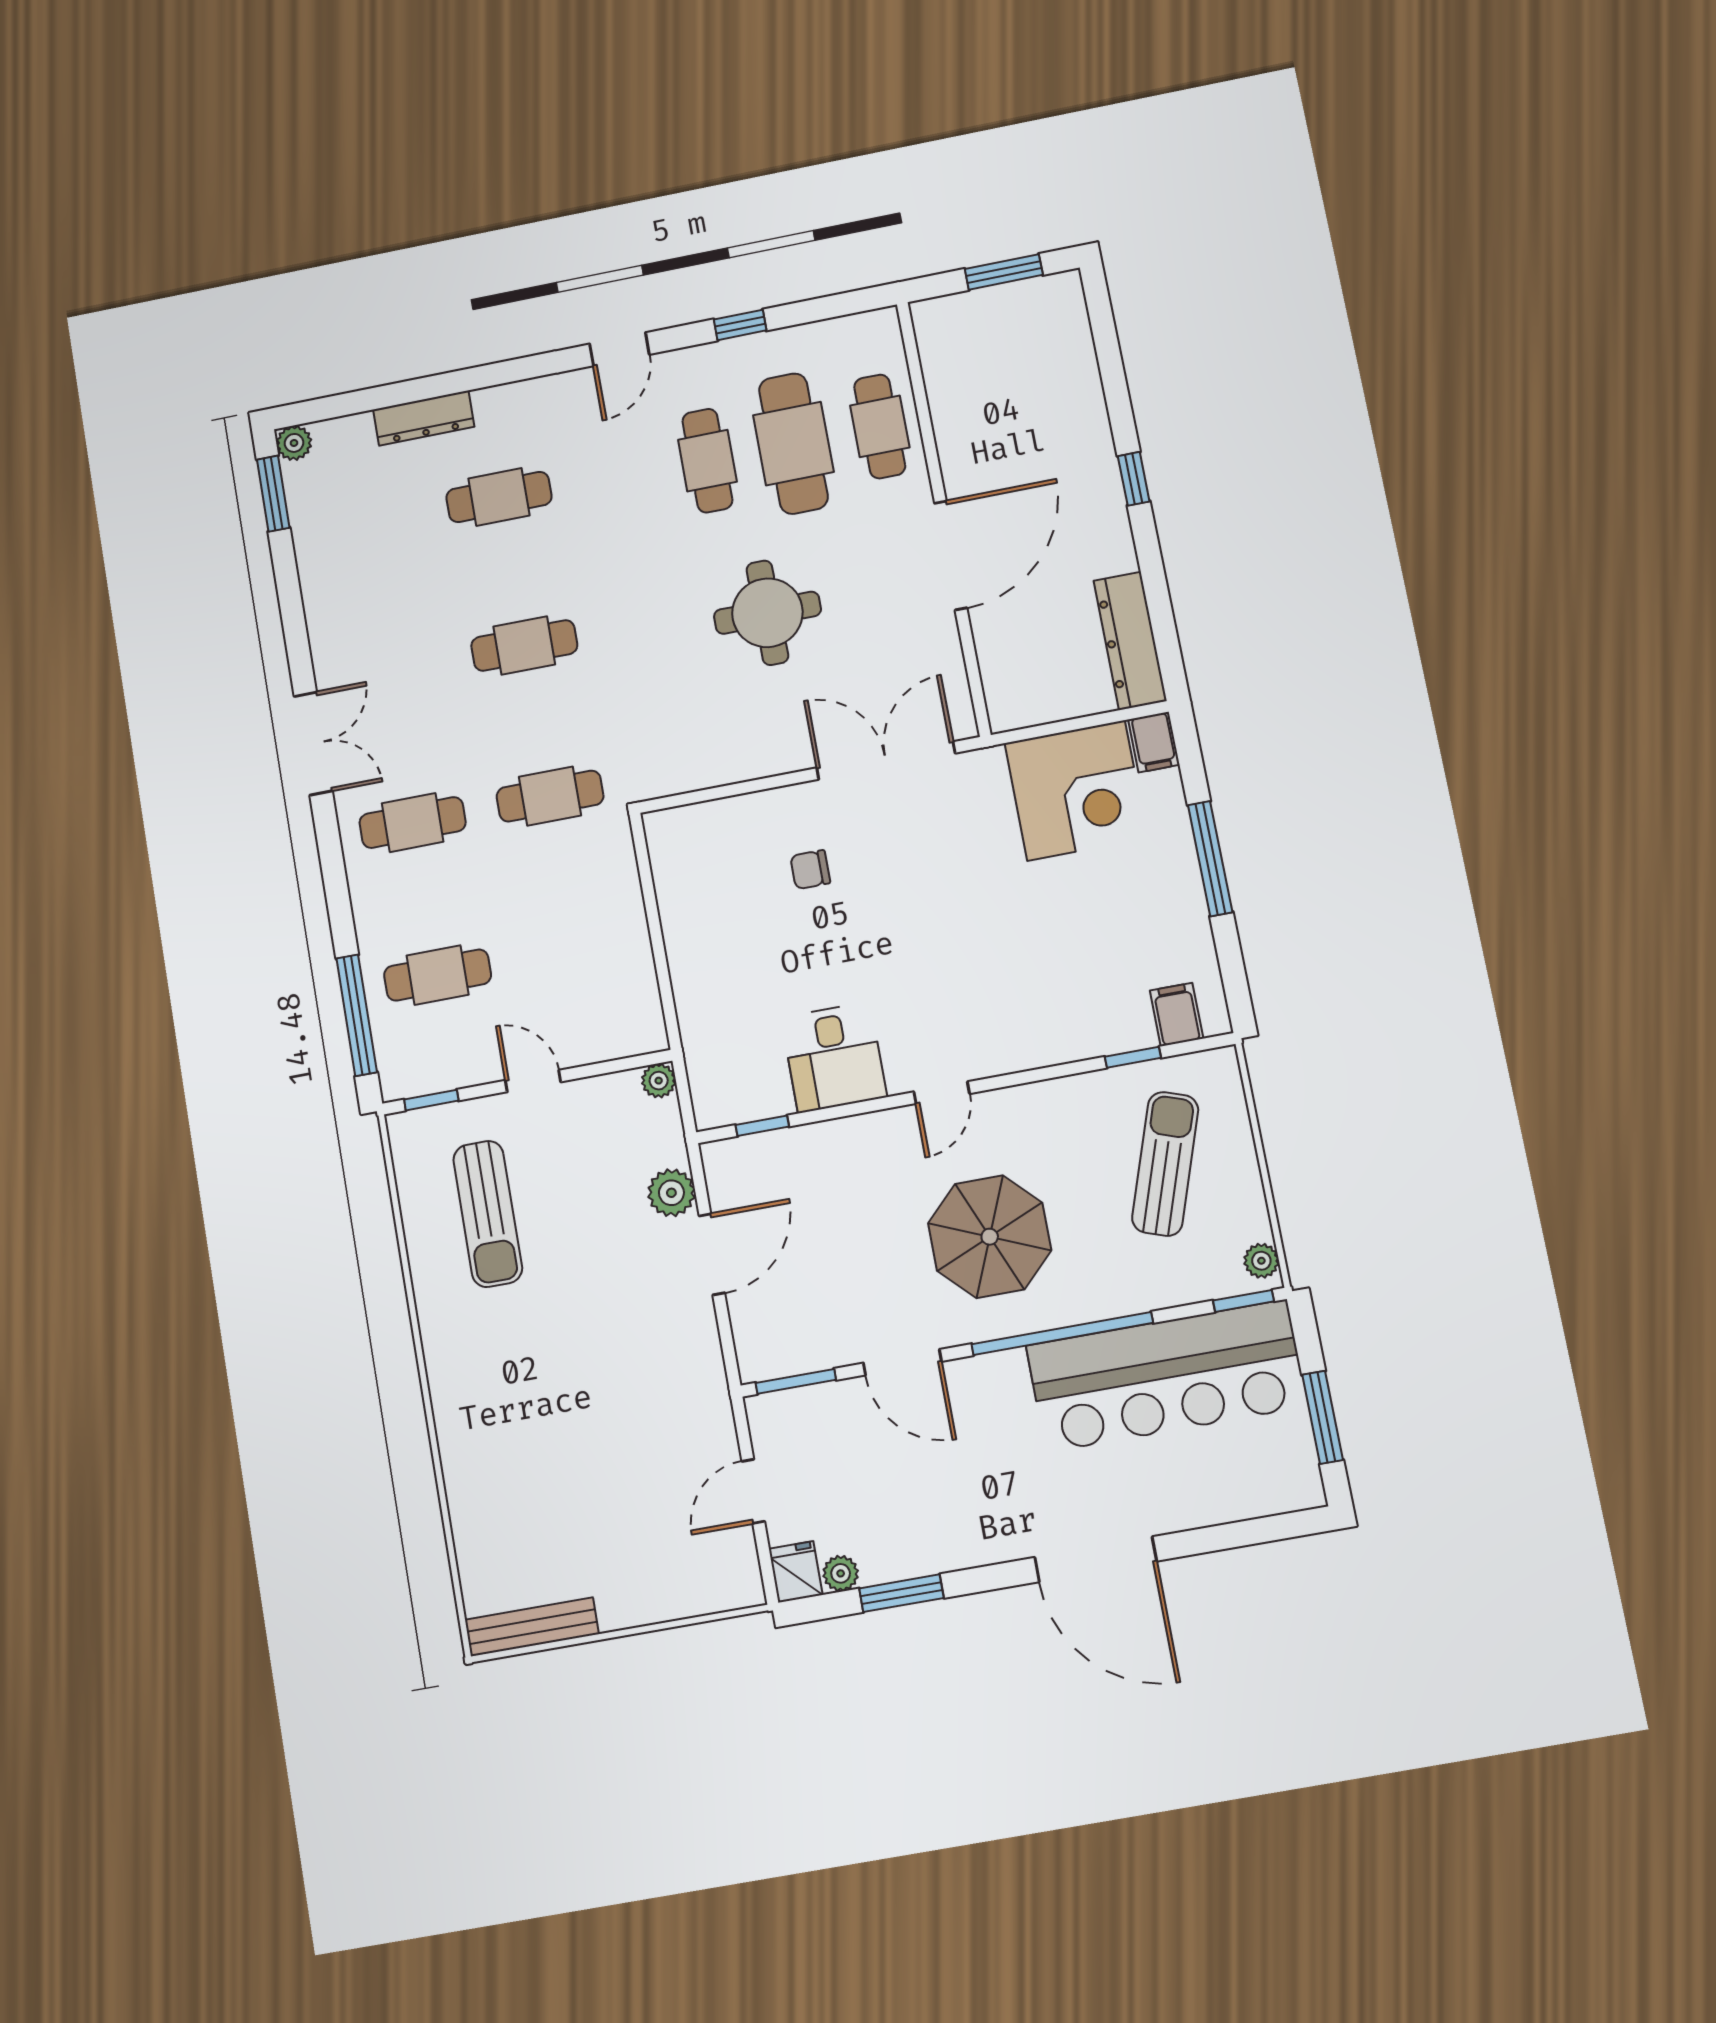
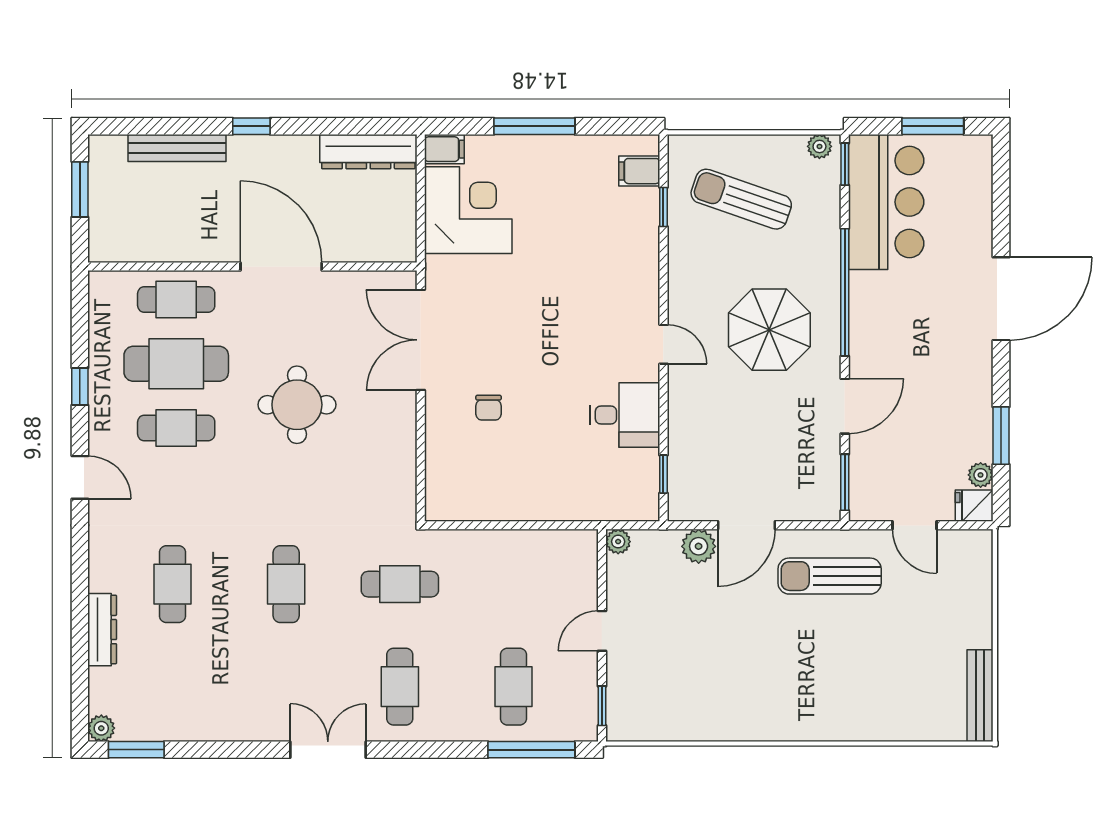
bench: (1085, 387) -> (177, 148), added
cafe table: (550, 796) -> (400, 584), turned 90
sun lounger: (488, 1214) -> (830, 576), moved, turned 180
door: (712, 1254) -> (747, 525), swing flipped
bar counter: (1166, 1376) -> (886, 202), width x0.73

